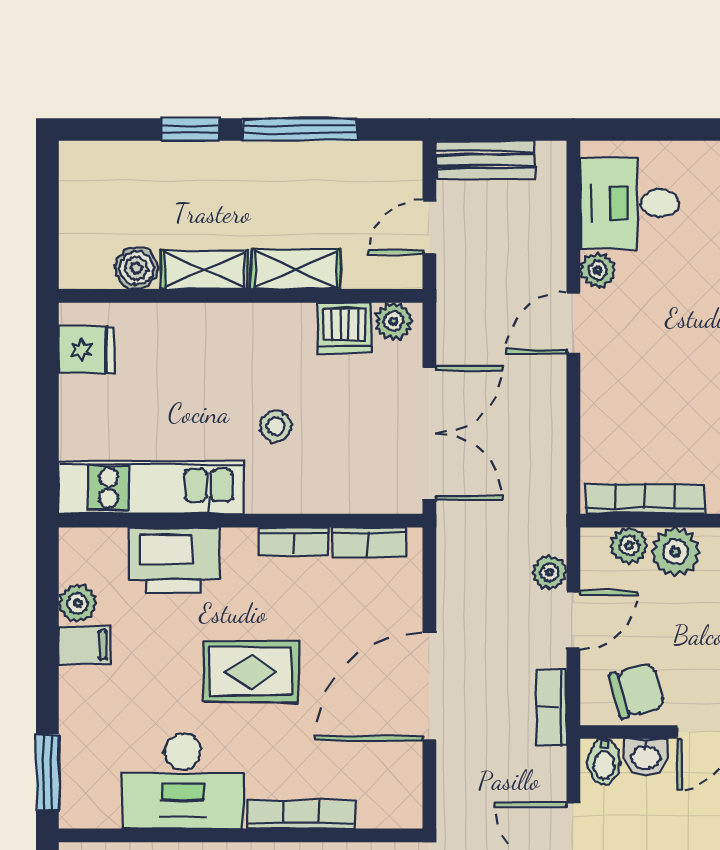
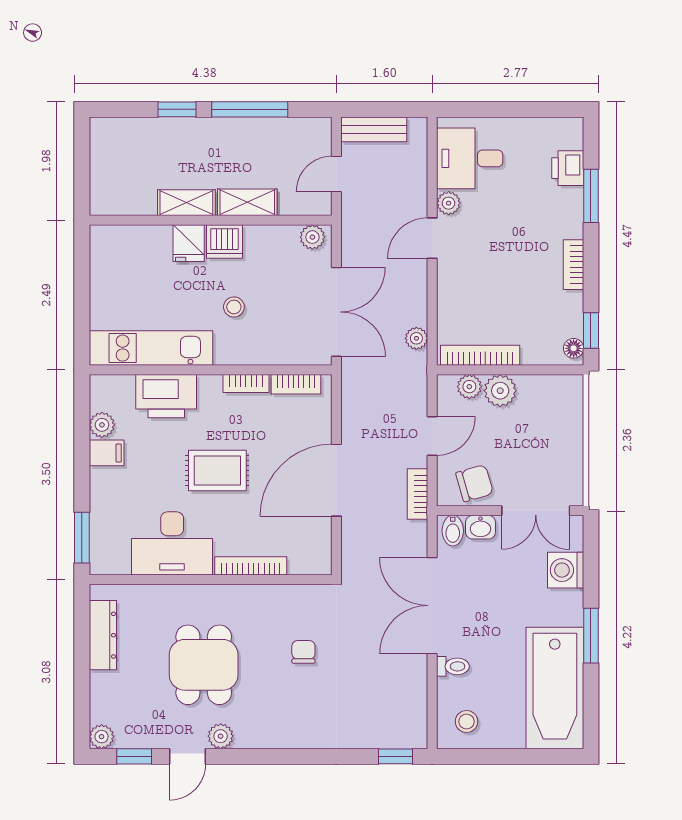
boiler: (136, 268) -> (141, 202), removed
dishwasher: (344, 328) -> (225, 241), moved
fridge: (86, 350) -> (189, 243), moved, turned 90
plant: (550, 572) -> (416, 338), moved

